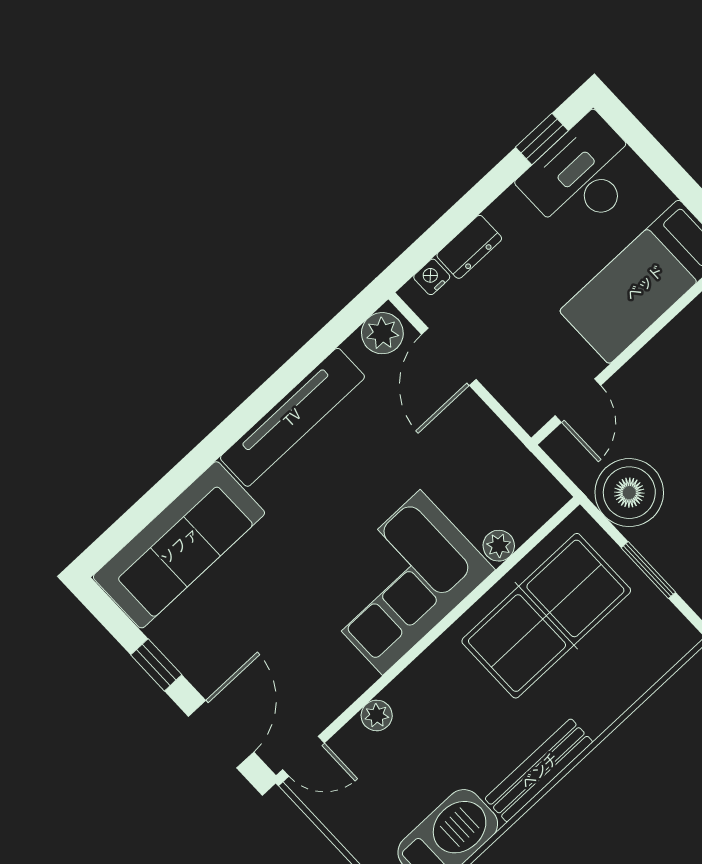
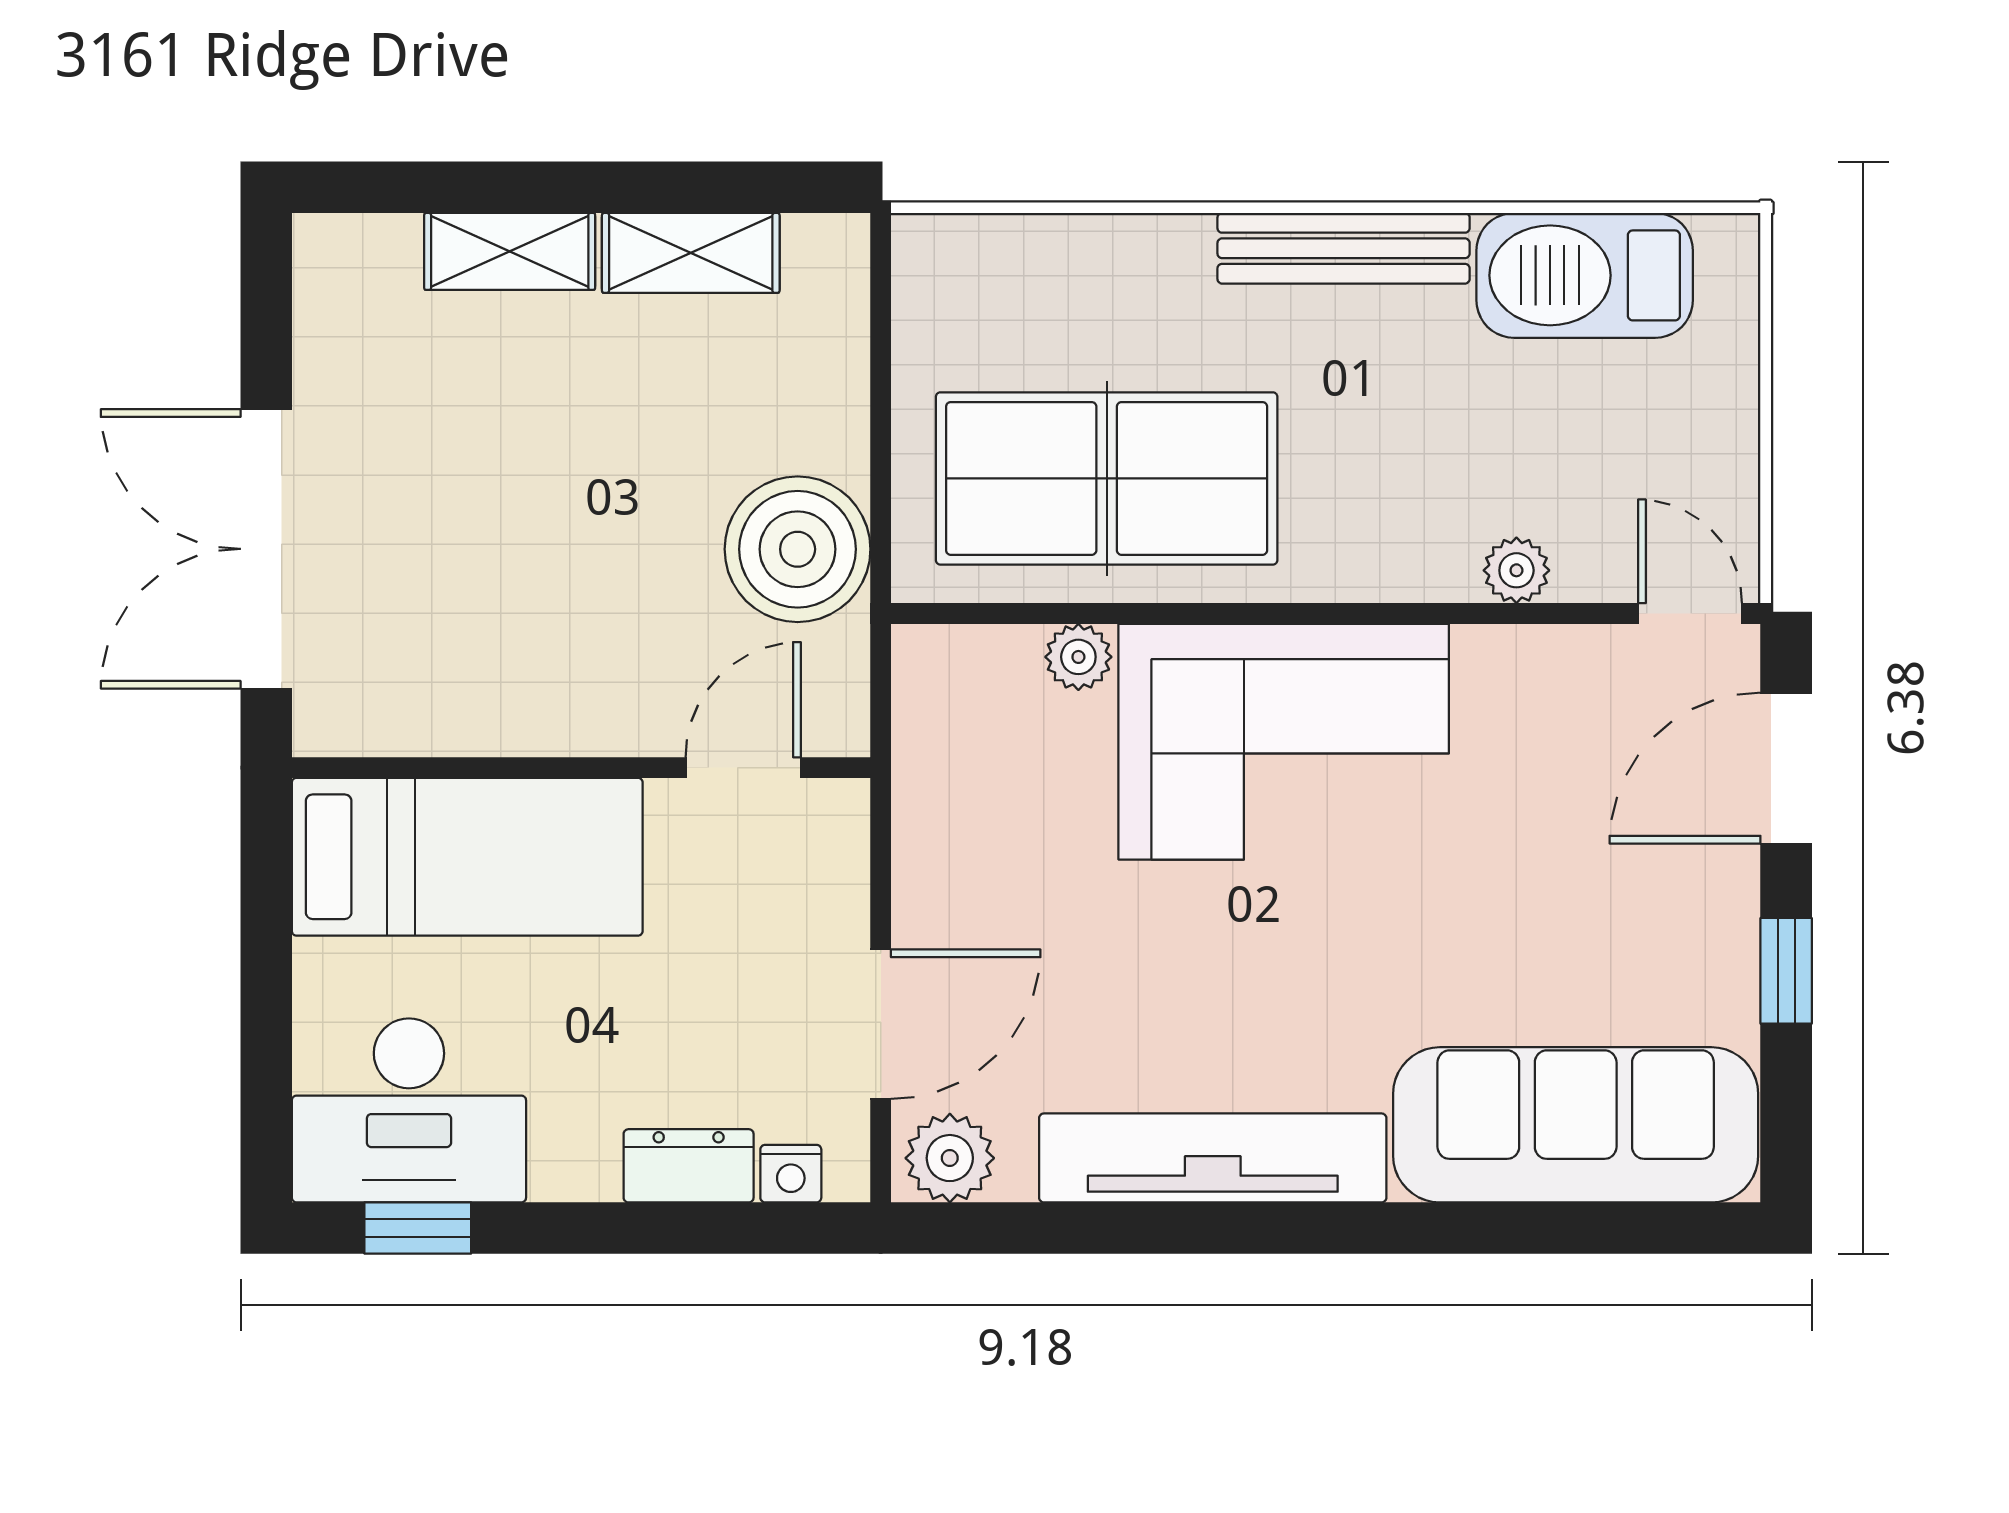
window: (648, 570) -> (881, 401), removed

